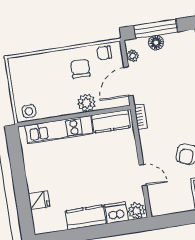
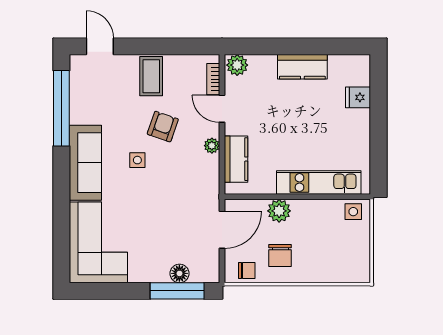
plant: (132, 56) -> (212, 146), moved
bookcase: (141, 117) -> (213, 79), moved
kitchen counter: (111, 121) -> (236, 159), moved, turned 90
dishwasher: (116, 213) -> (263, 67), removed

